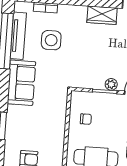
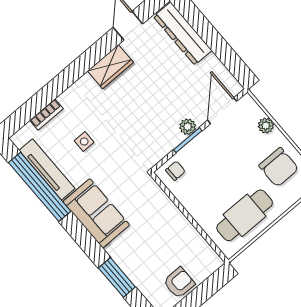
side table: (51, 40) -> (84, 141), width x0.54, depth x0.54
chair: (86, 119) -> (175, 171), moved

